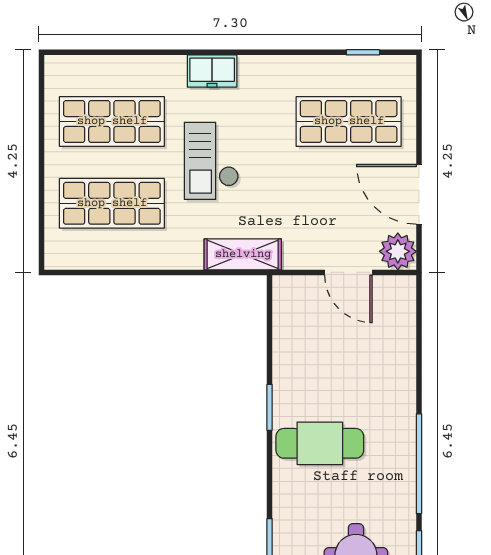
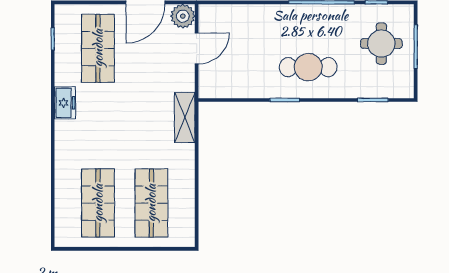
freezer: (212, 71) -> (65, 103), moved
checkout: (211, 161) -> (124, 138), removed
cafe table: (320, 443) -> (308, 67), turned 90

